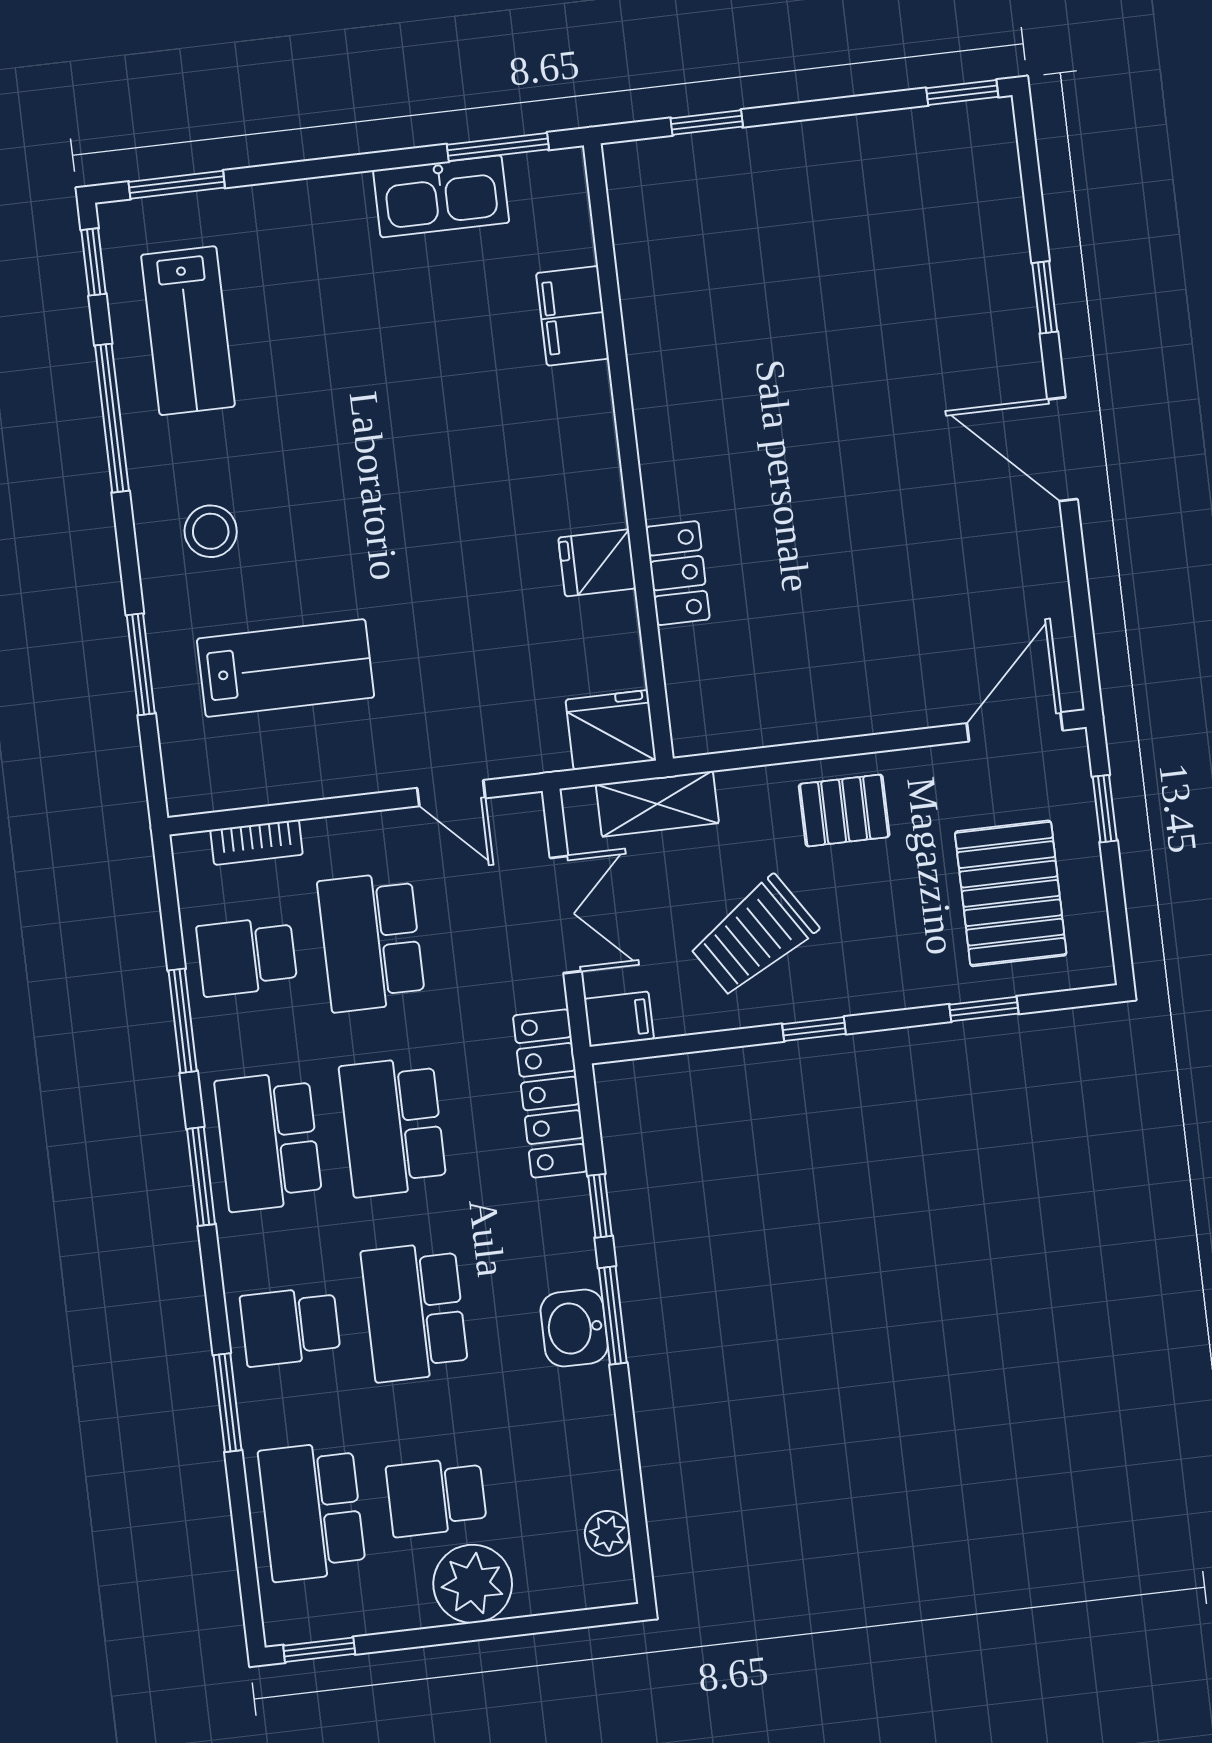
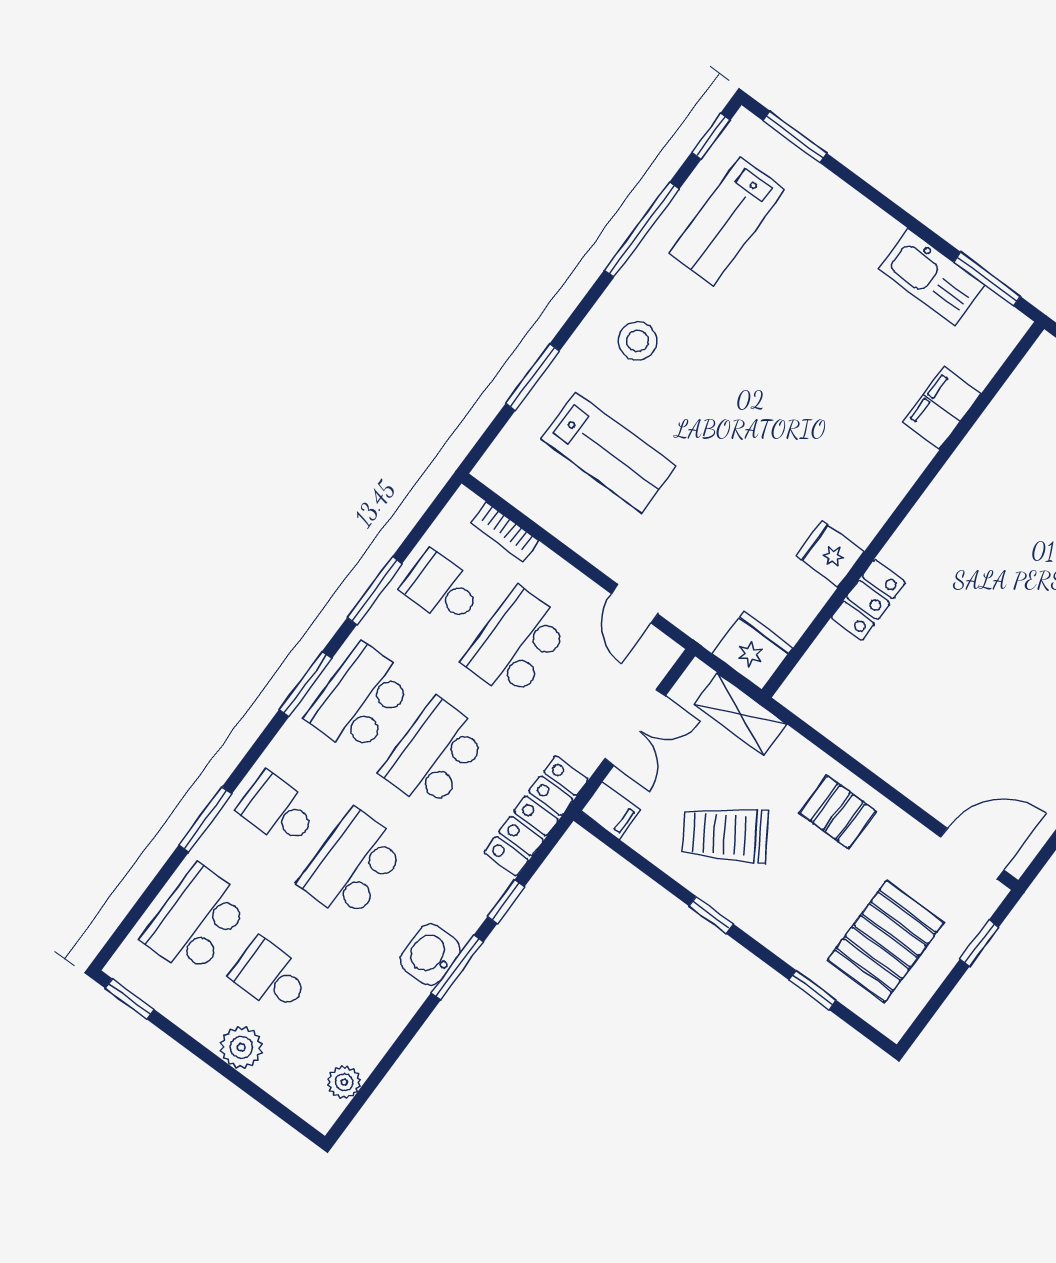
plant: (473, 1584) -> (241, 1047), width x0.73, depth x0.73

